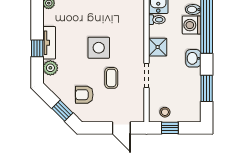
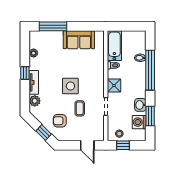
washing machine: (192, 25) -> (139, 122), moved
window: (37, 48) -> (25, 73), moved
washbasin: (193, 58) -> (140, 105), moved

